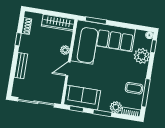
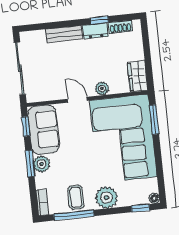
wardrobe: (58, 23) -> (138, 76), width x0.67
dresser: (25, 44) -> (95, 31), added
plant: (142, 56) -> (106, 197), moved
plant: (116, 107) -> (41, 164), moved

